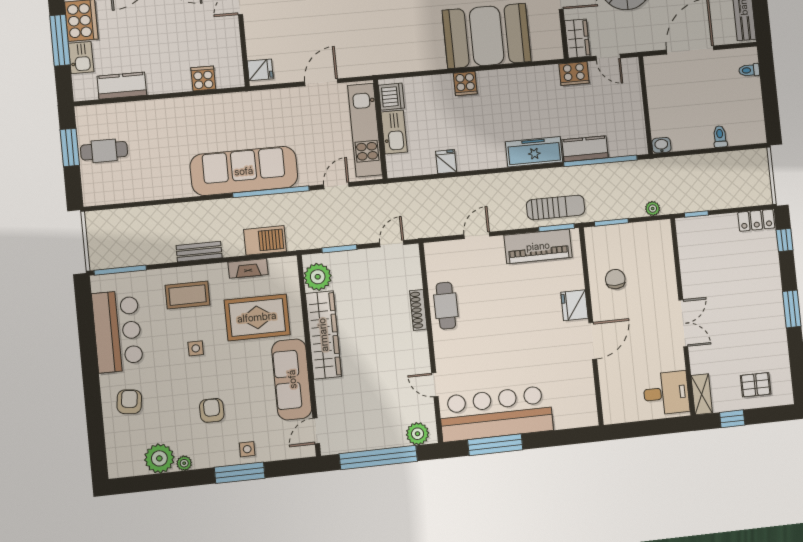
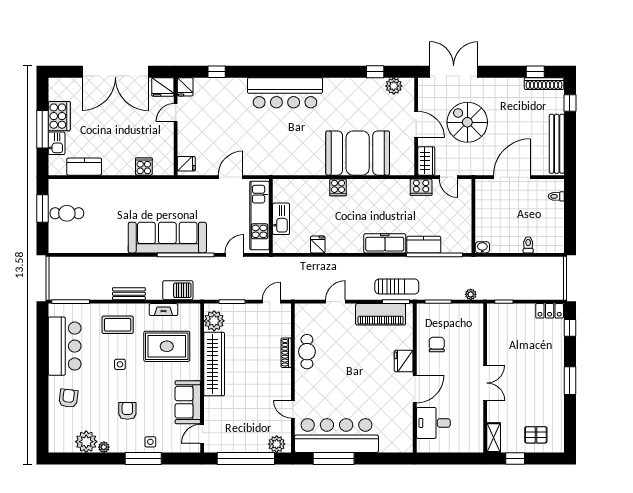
dishwasher: (391, 97) -> (282, 192), removed
sofa: (292, 379) -> (188, 402), width x0.73
desk: (666, 393) -> (433, 423), moved, turned 180

